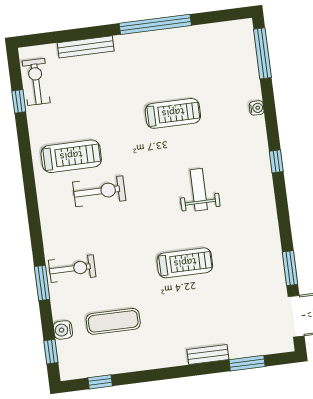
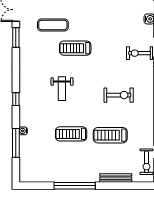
window: (262, 53) -> (16, 143), moved
treadmill: (71, 156) -> (110, 135), moved
exercise bike: (99, 191) -> (119, 95), turned 180
exercise mat: (113, 321) -> (53, 25), moved

